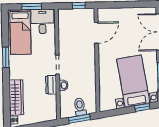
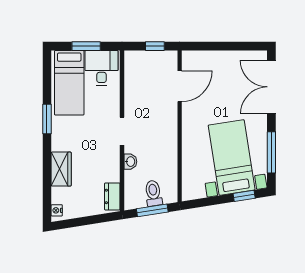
dresser: (51, 85) -> (112, 196), moved
wardrobe: (16, 97) -> (61, 169), width x0.67

